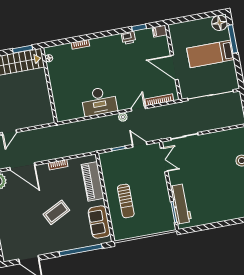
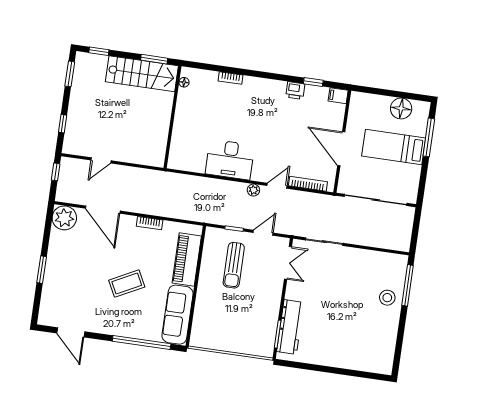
floor lamp: (220, 23) -> (401, 108), moved
door: (140, 145) -> (263, 233), hinge flipped
sun lounger: (126, 201) -> (234, 265), moved
sofa: (99, 222) -> (178, 315), width x1.36

